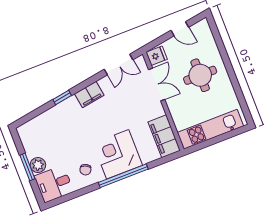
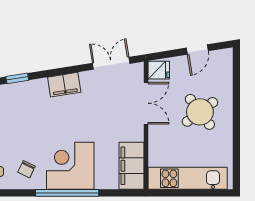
door: (180, 29) -> (197, 49), hinge flipped
double door: (119, 64) -> (111, 63), swing flipped
round table: (200, 75) -> (200, 112), turned -37
window: (62, 97) -> (17, 78), moved

